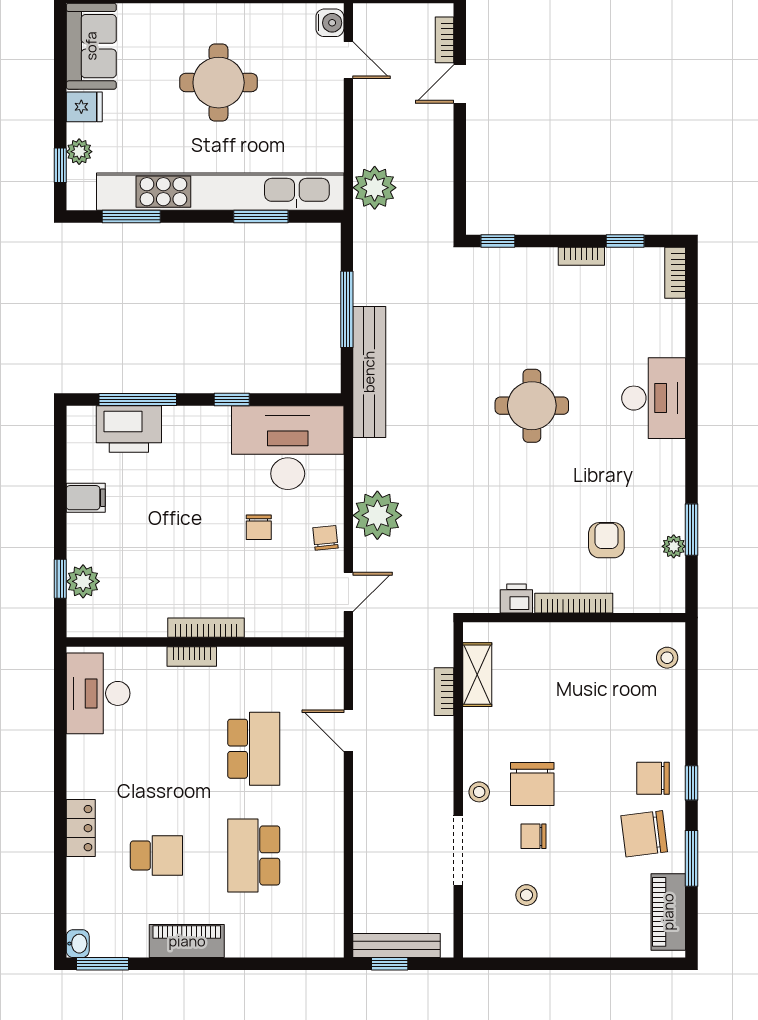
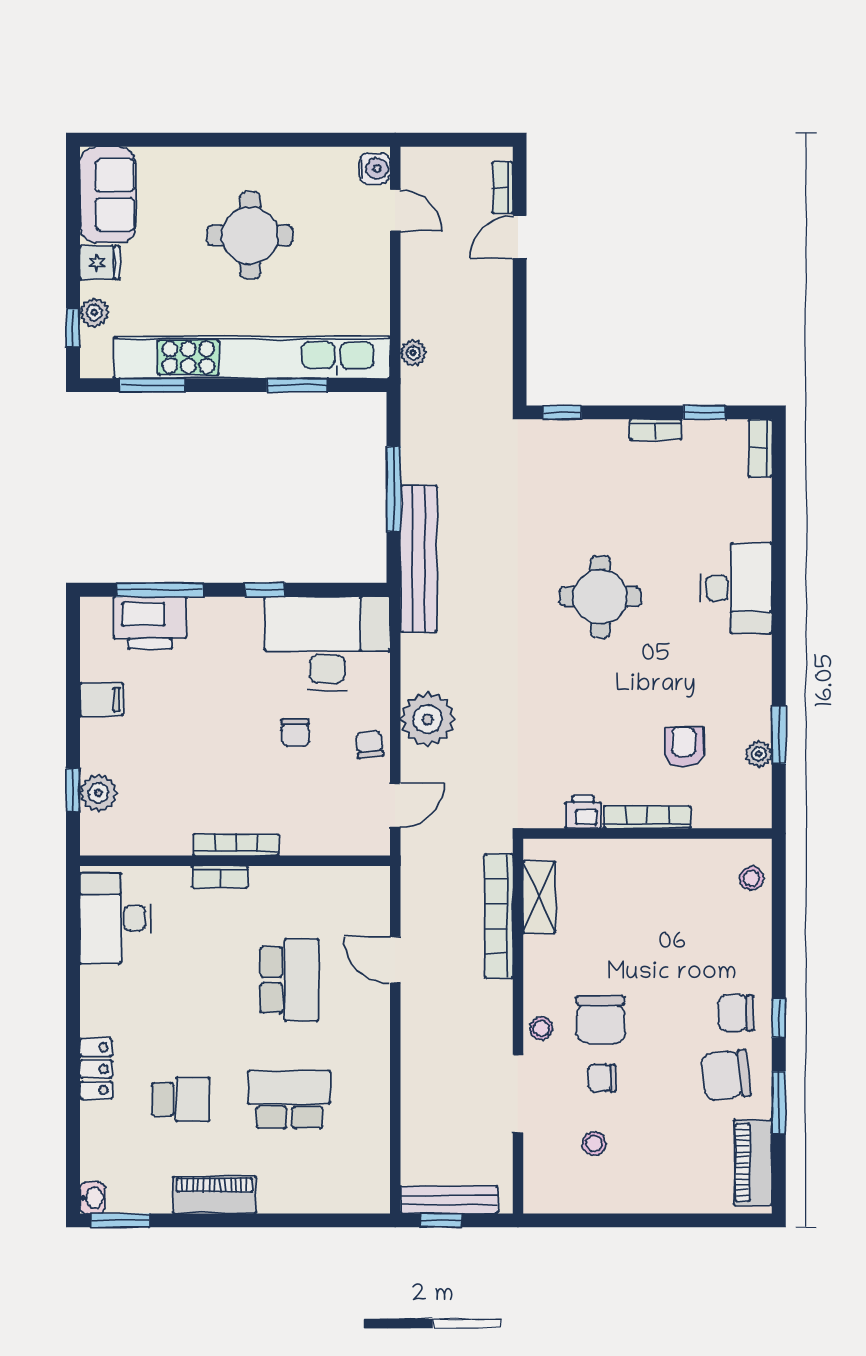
plant: (375, 188) -> (413, 353), width x0.53, depth x0.53
bookcase: (444, 692) -> (499, 916), width x2.31, depth x1.31
school desk: (254, 855) -> (289, 1099), turned 90

